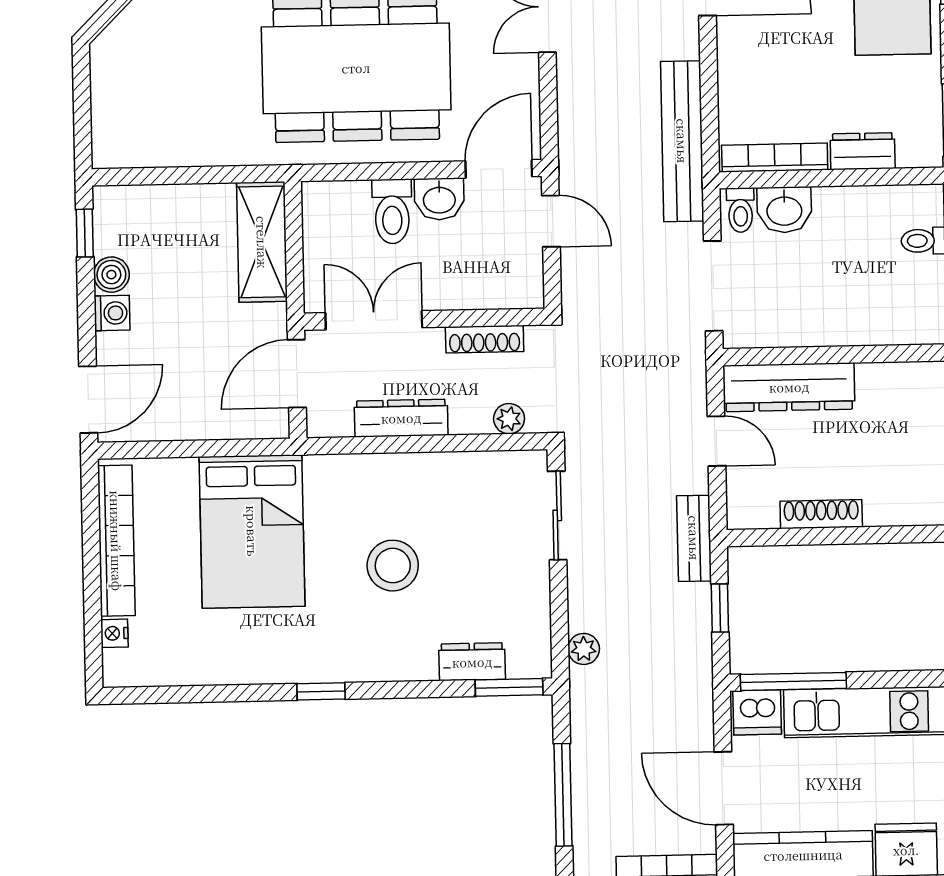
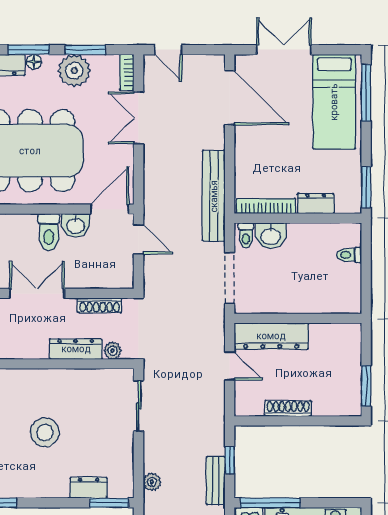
dresser: (401, 418) -> (76, 349), moved
bench: (694, 538) -> (216, 481), moved

